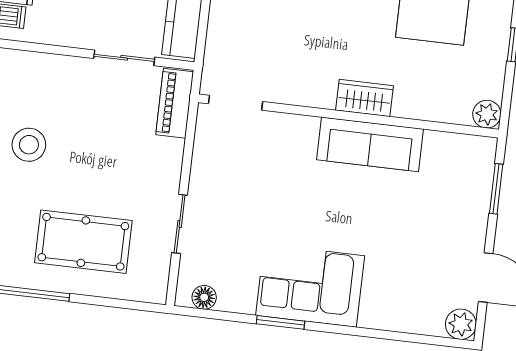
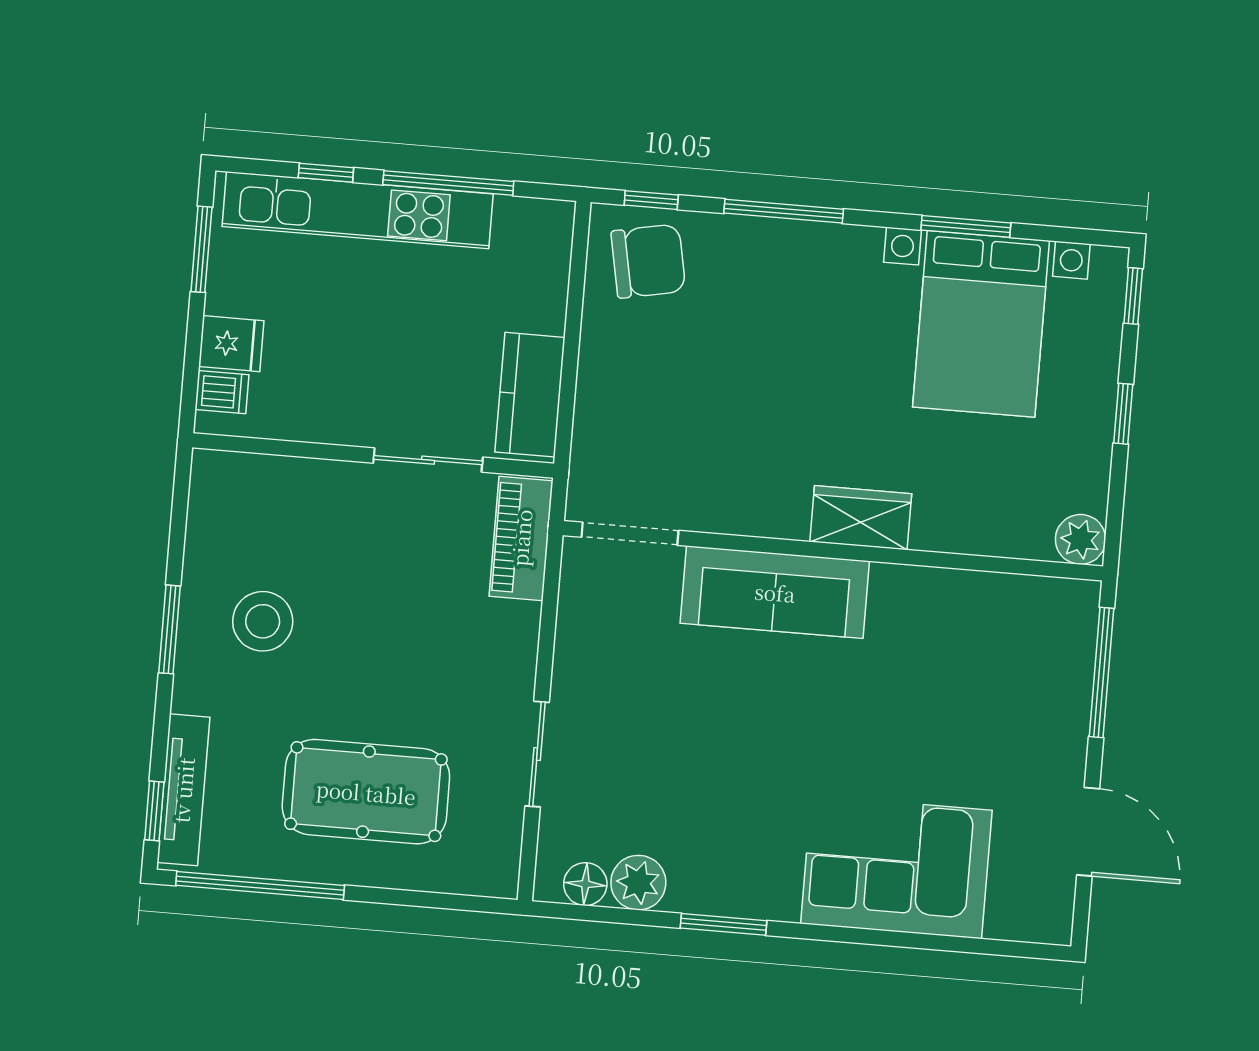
sofa: (370, 144) -> (775, 592), moved
window: (496, 189) -> (1102, 672), width x1.44
corner sofa: (310, 286) -> (896, 867), moved
plant: (461, 324) -> (638, 883), moved

